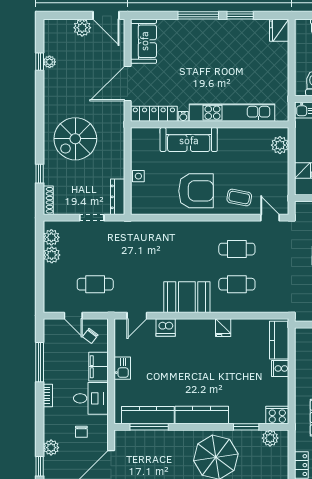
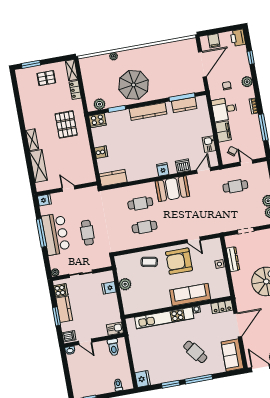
cafe table: (196, 56) -> (195, 352), added
locker: (154, 114) -> (222, 307), width x0.66
plant: (280, 145) -> (125, 284), moved
dresser: (118, 197) -> (233, 259), moved
door: (270, 218) -> (194, 240), moved
fridge: (223, 328) -> (163, 169), moved
kitchen counter: (279, 340) -> (113, 178), moved, turned -90
kitchen sink: (122, 368) -> (209, 144), moved
kitchen counter: (148, 415) -> (184, 105), width x0.67
plant: (51, 448) -> (247, 82), moved

